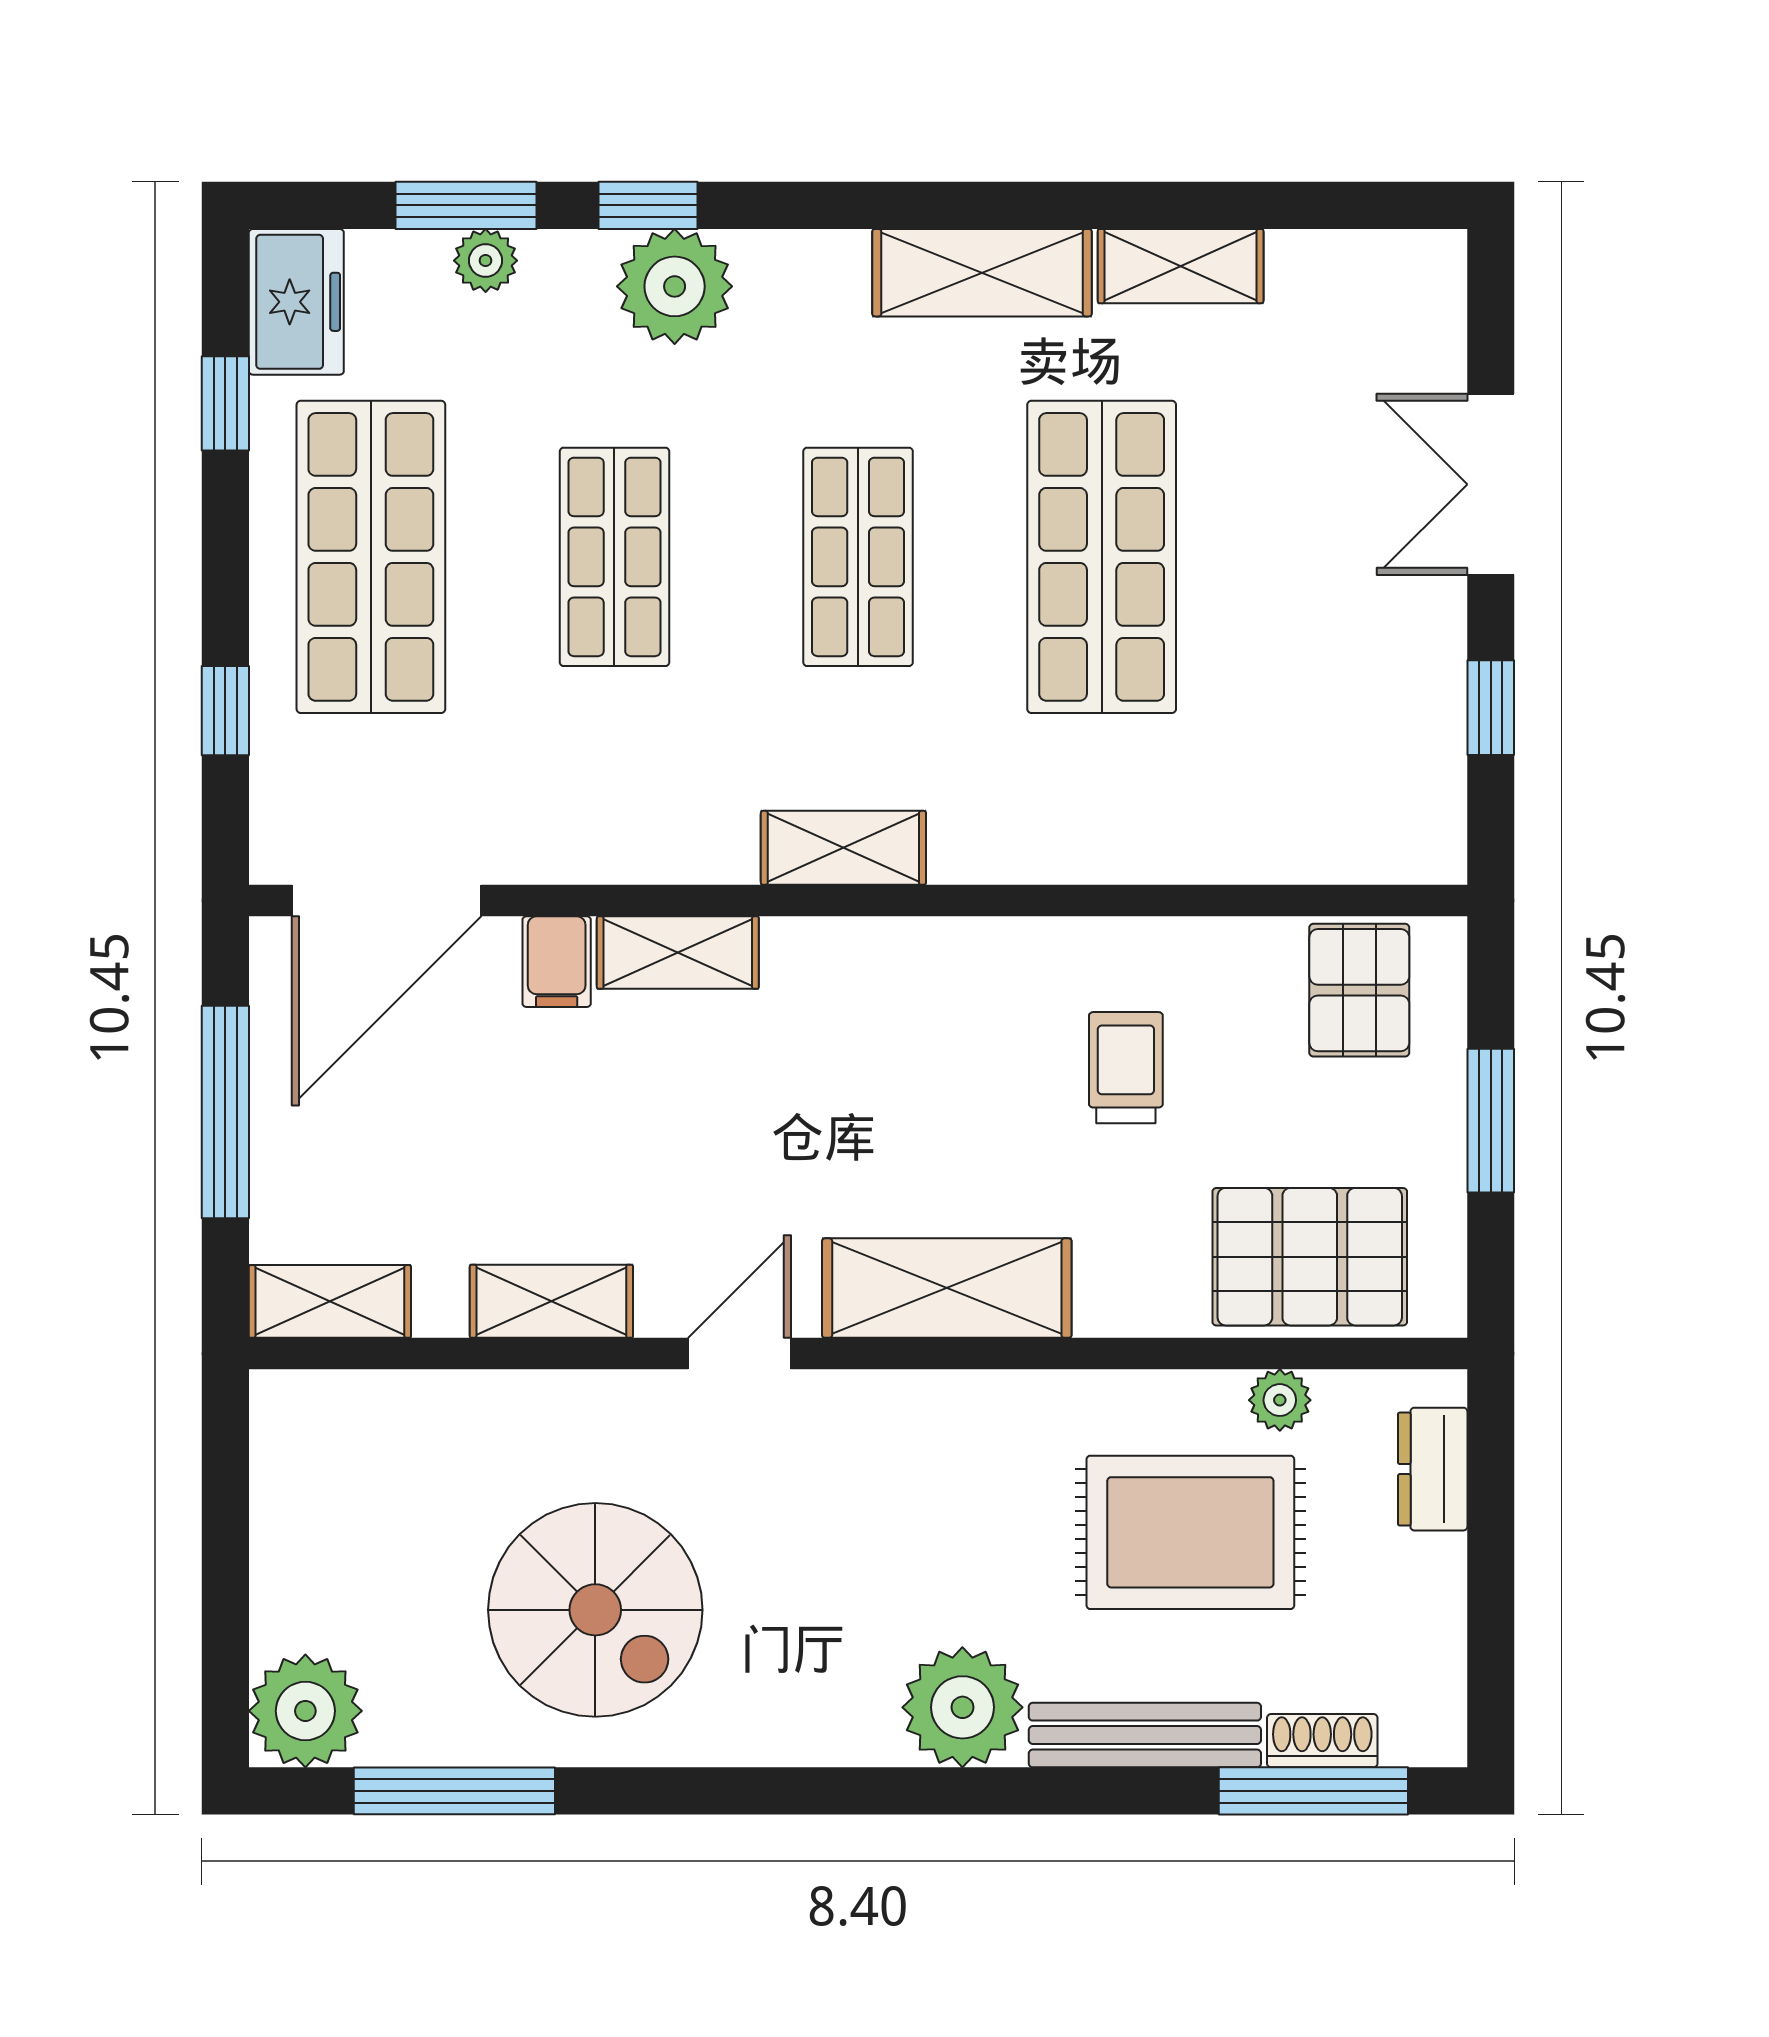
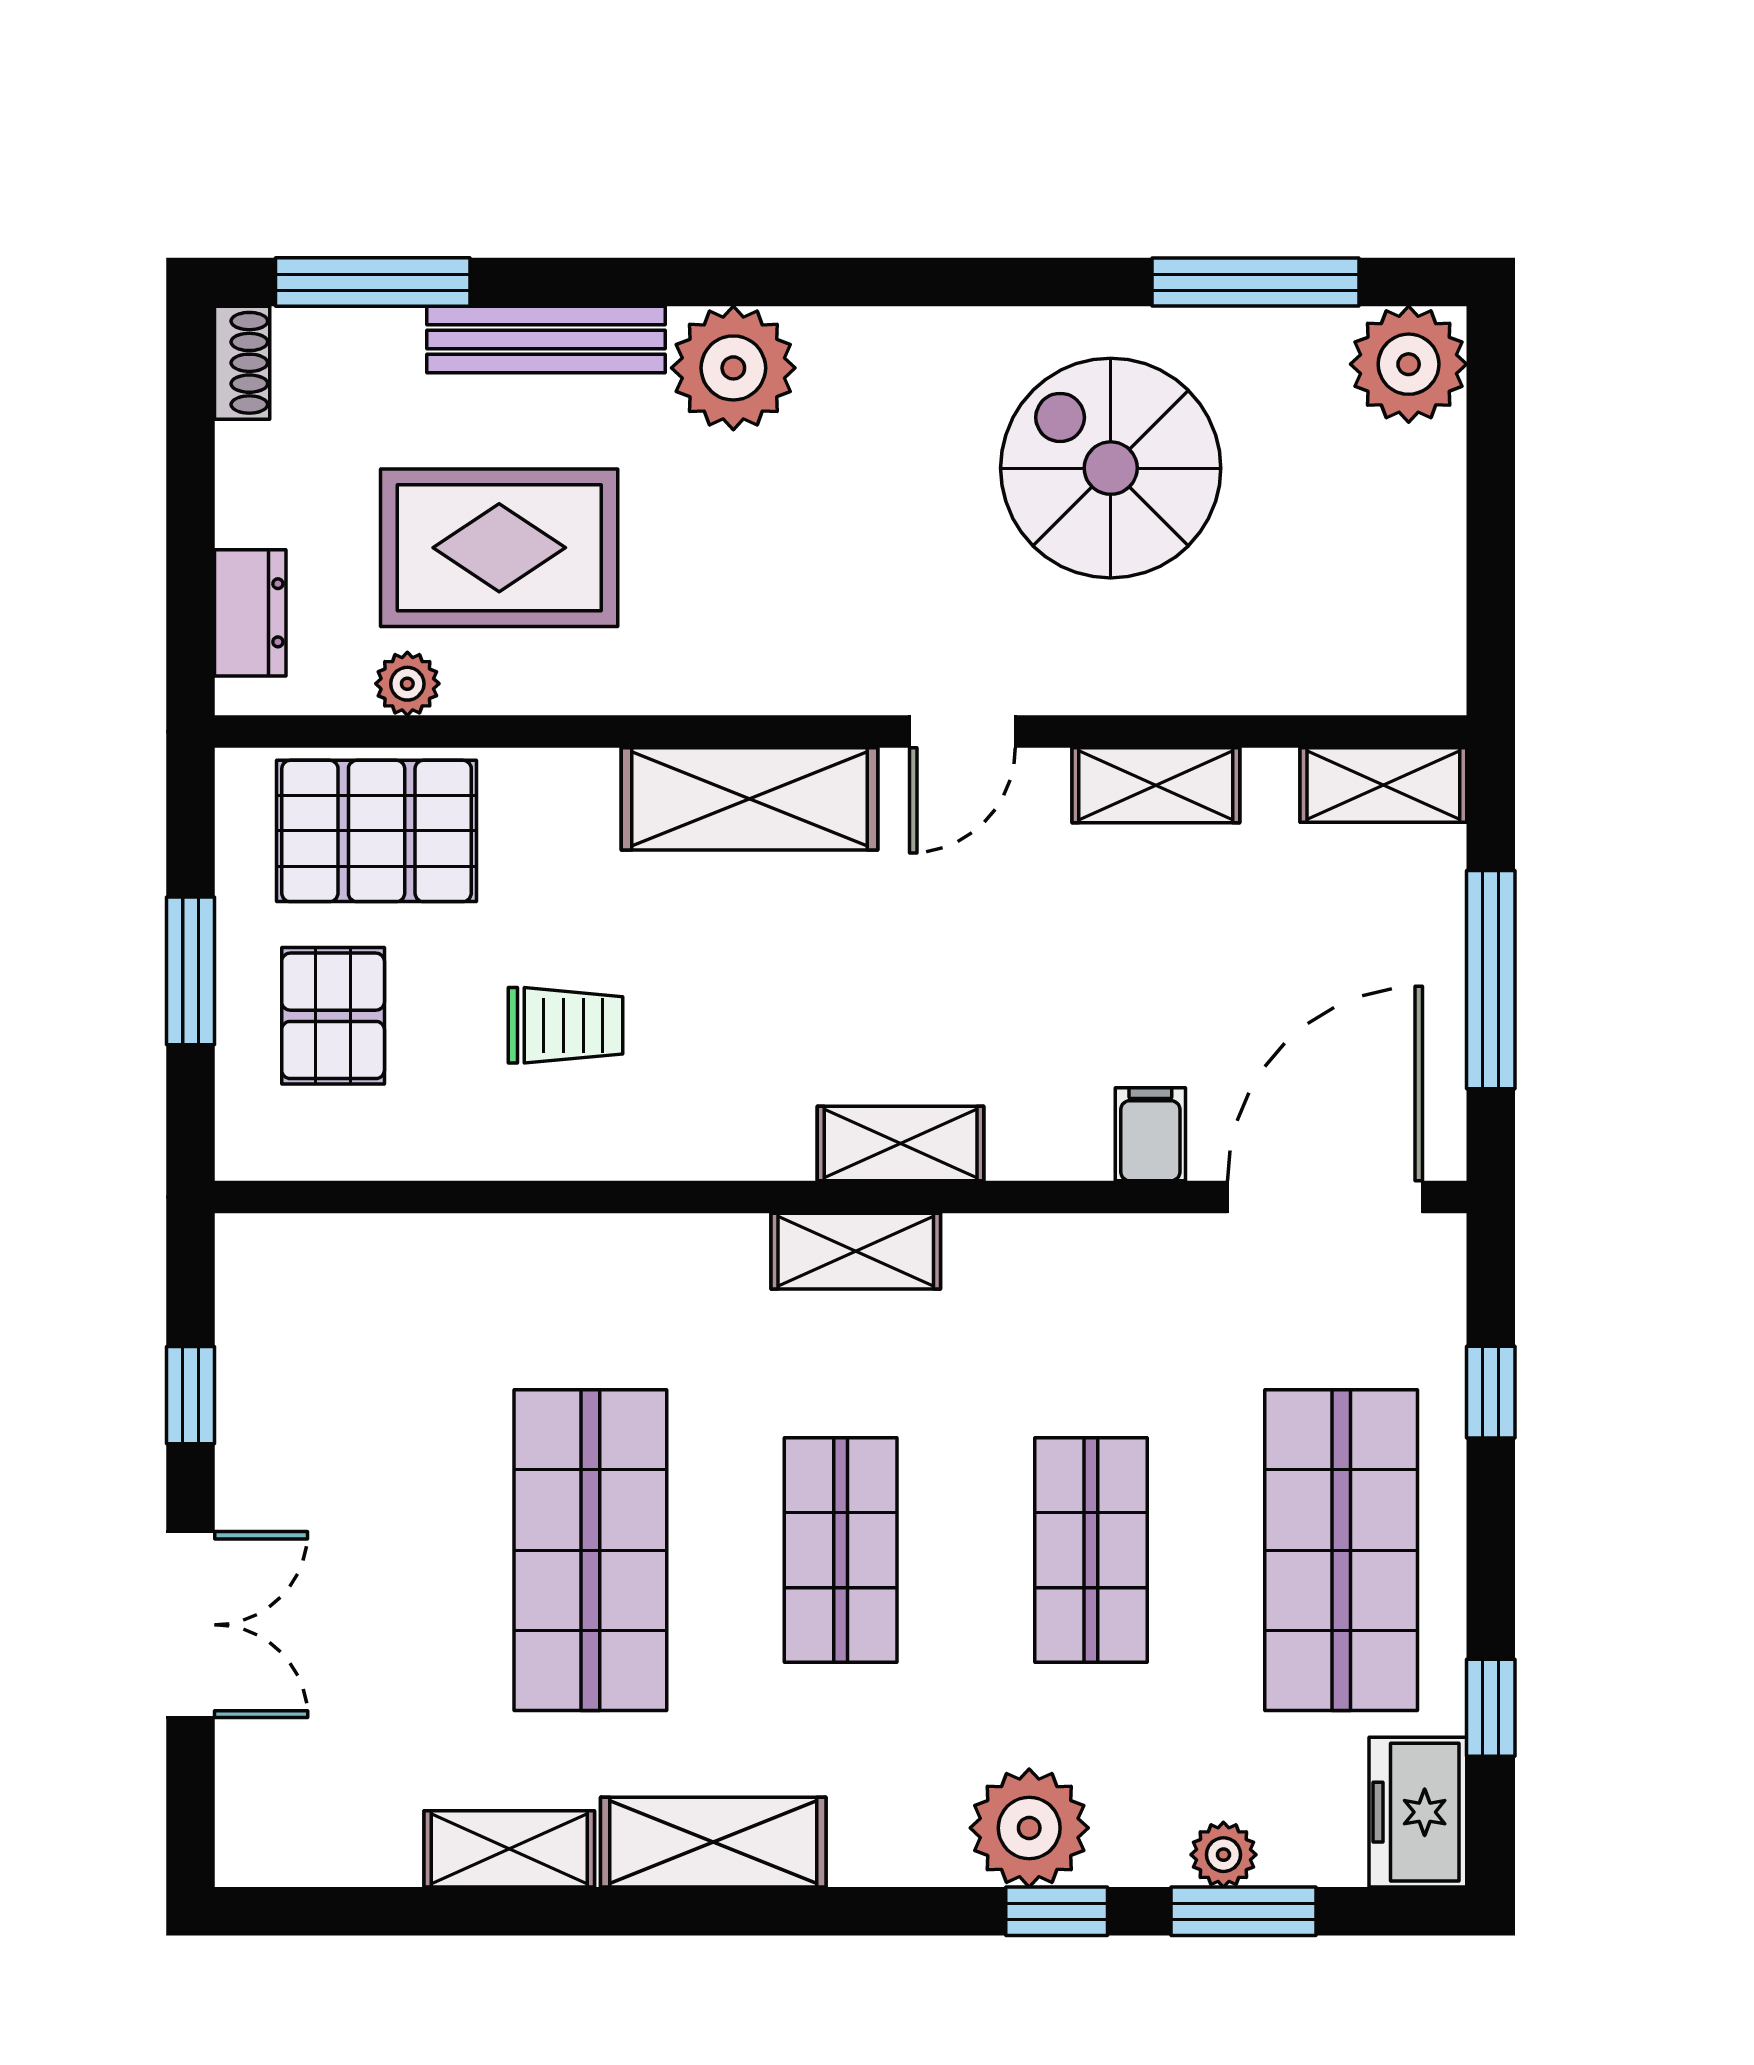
shelving: (678, 953) -> (901, 1144), moved
pallet: (1359, 990) -> (333, 1016), moved
trolley: (1126, 1068) -> (565, 1025), turned -90
shoe rack: (1322, 1741) -> (242, 363), moved, turned -90

